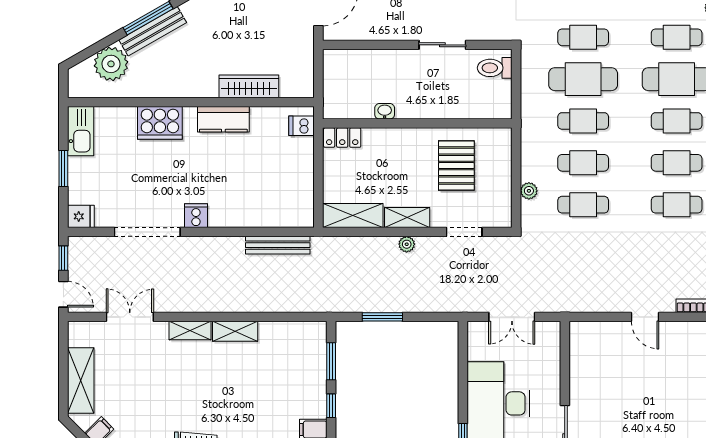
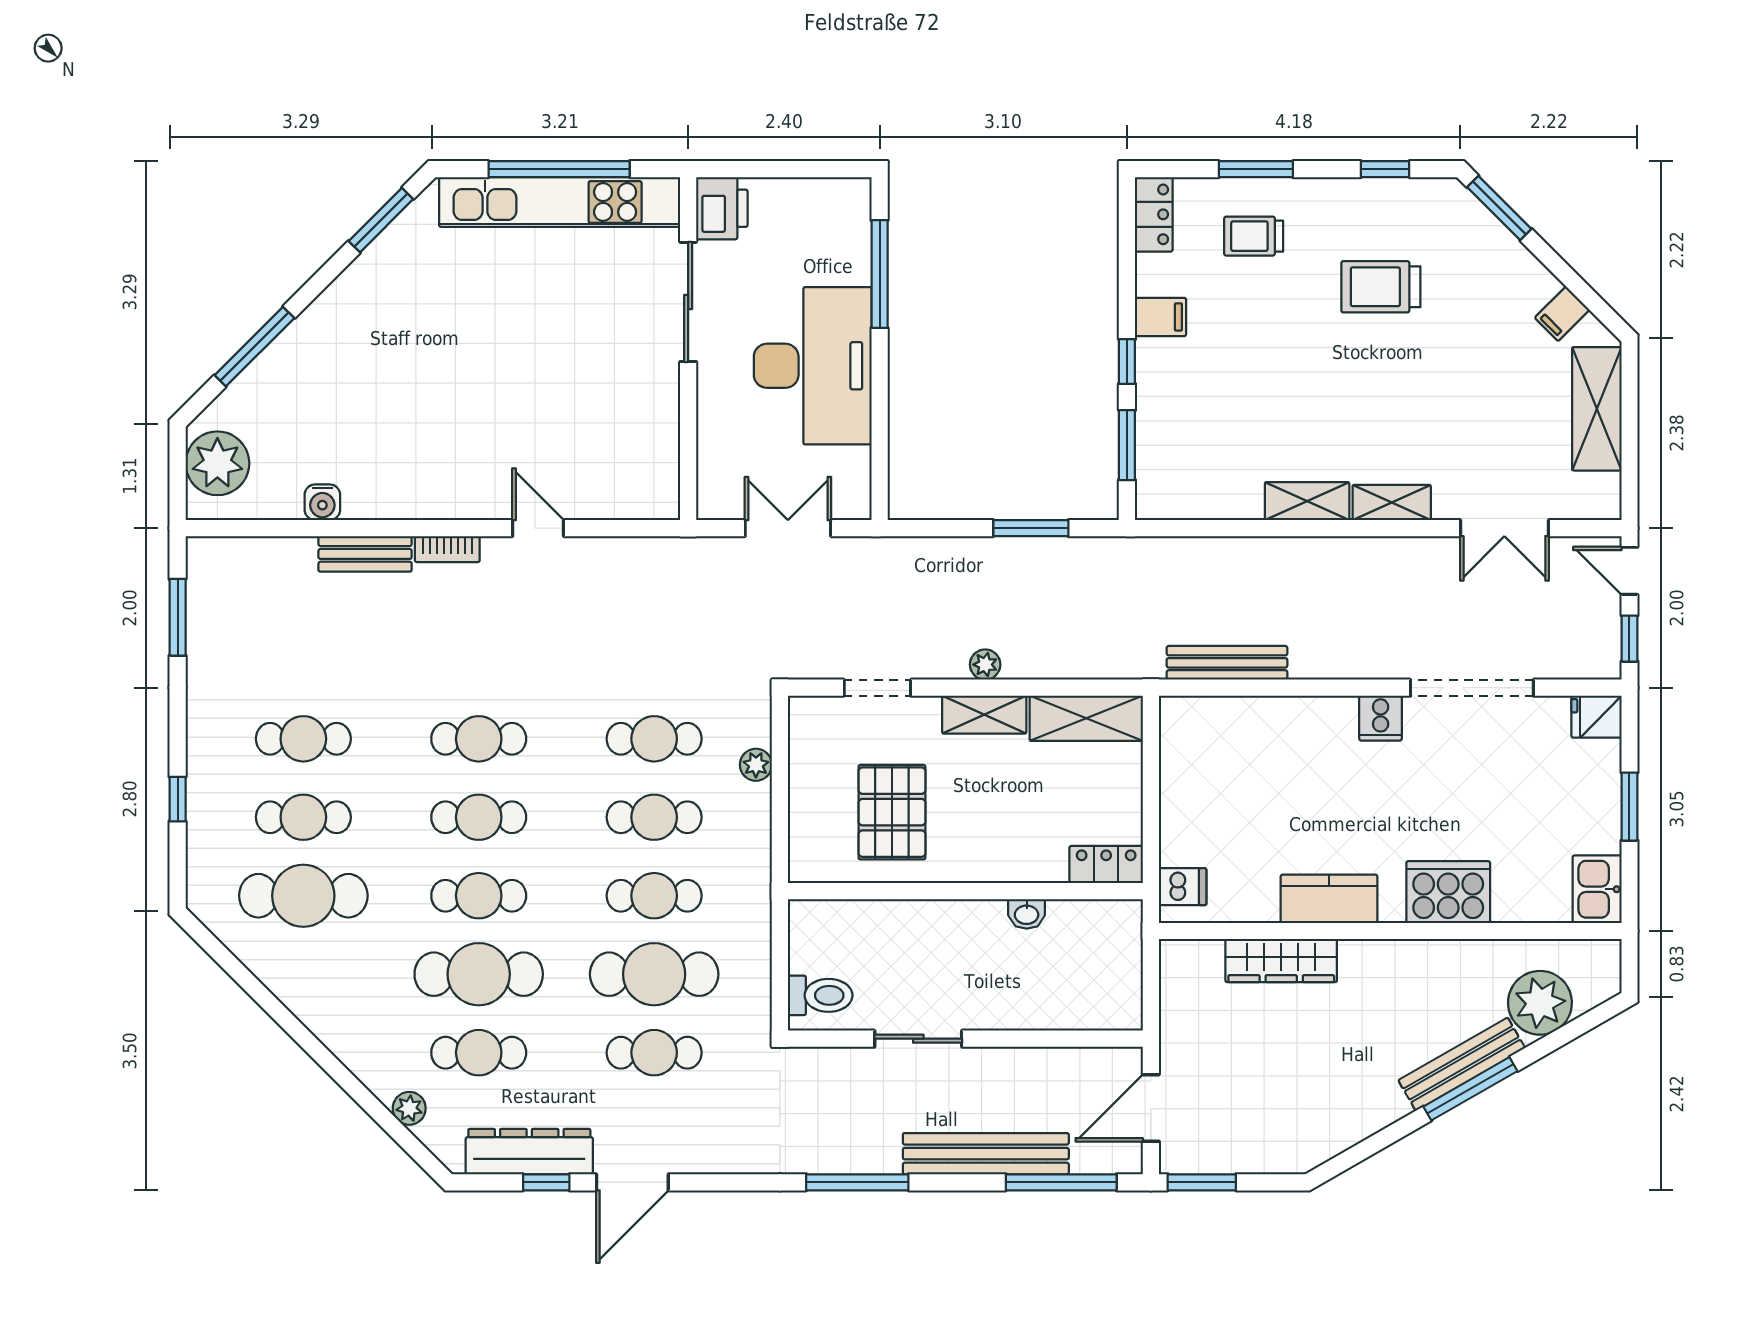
kitchen sink: (81, 131) -> (1597, 889), width x0.73

